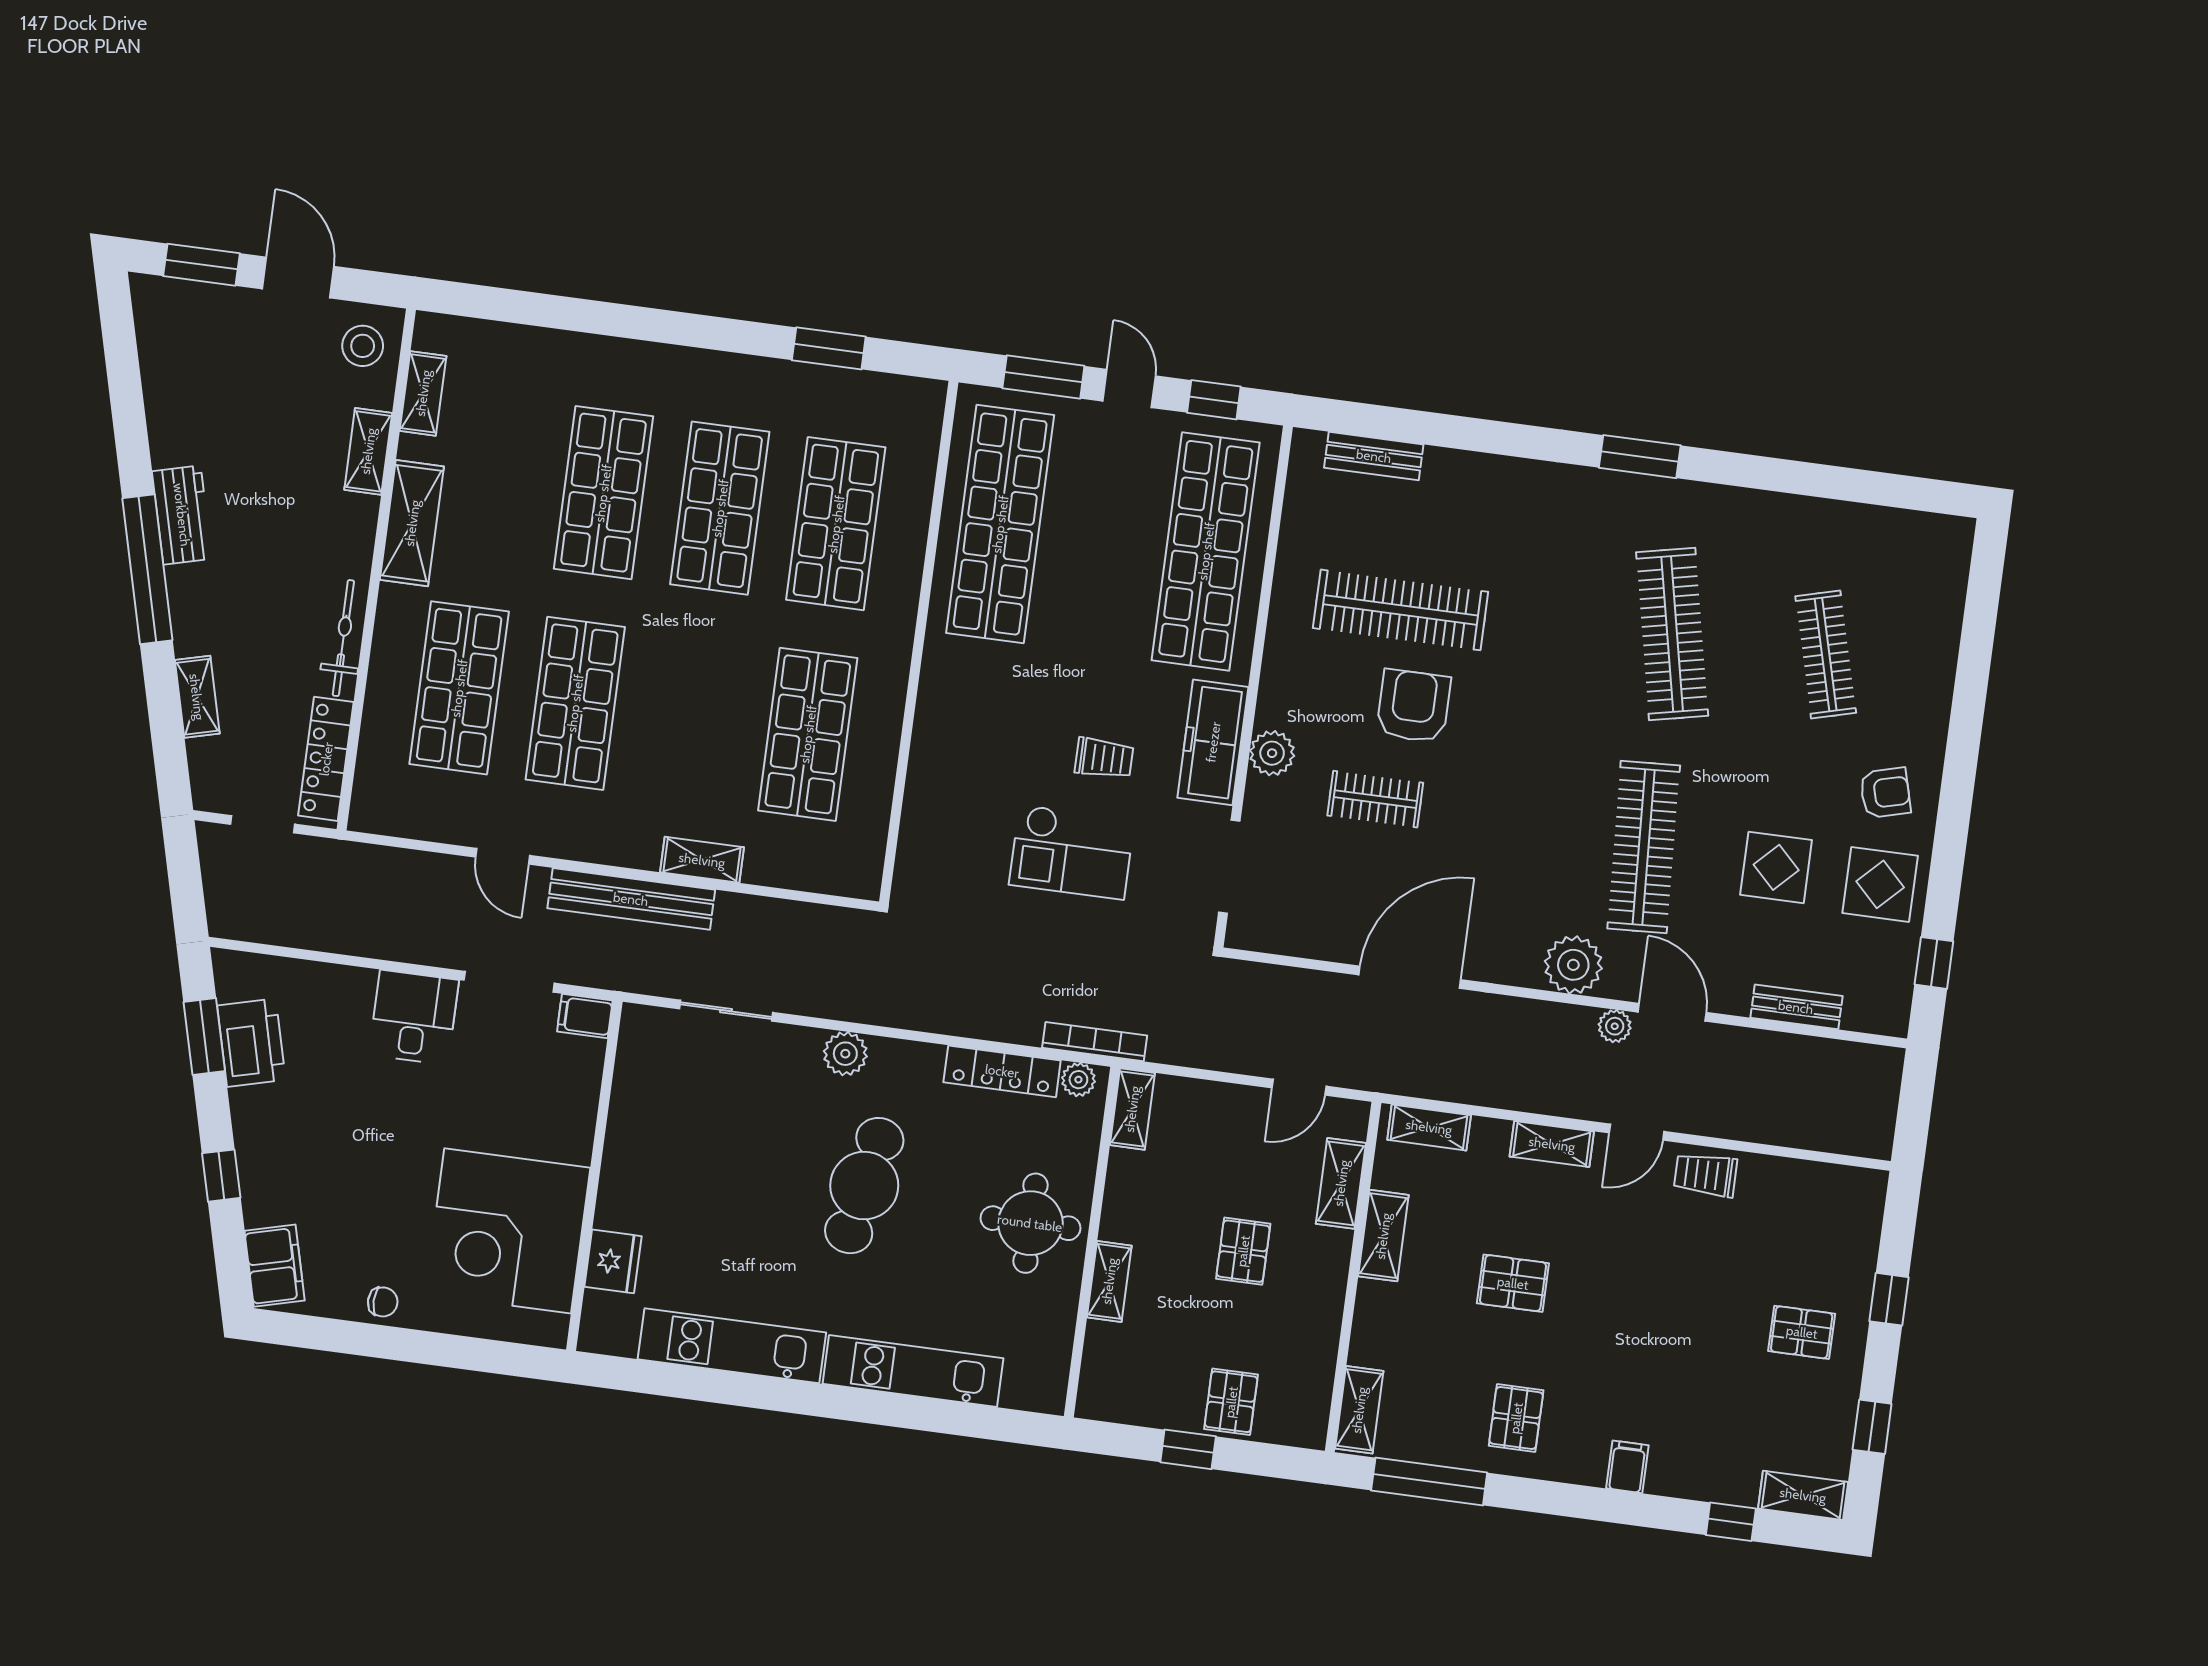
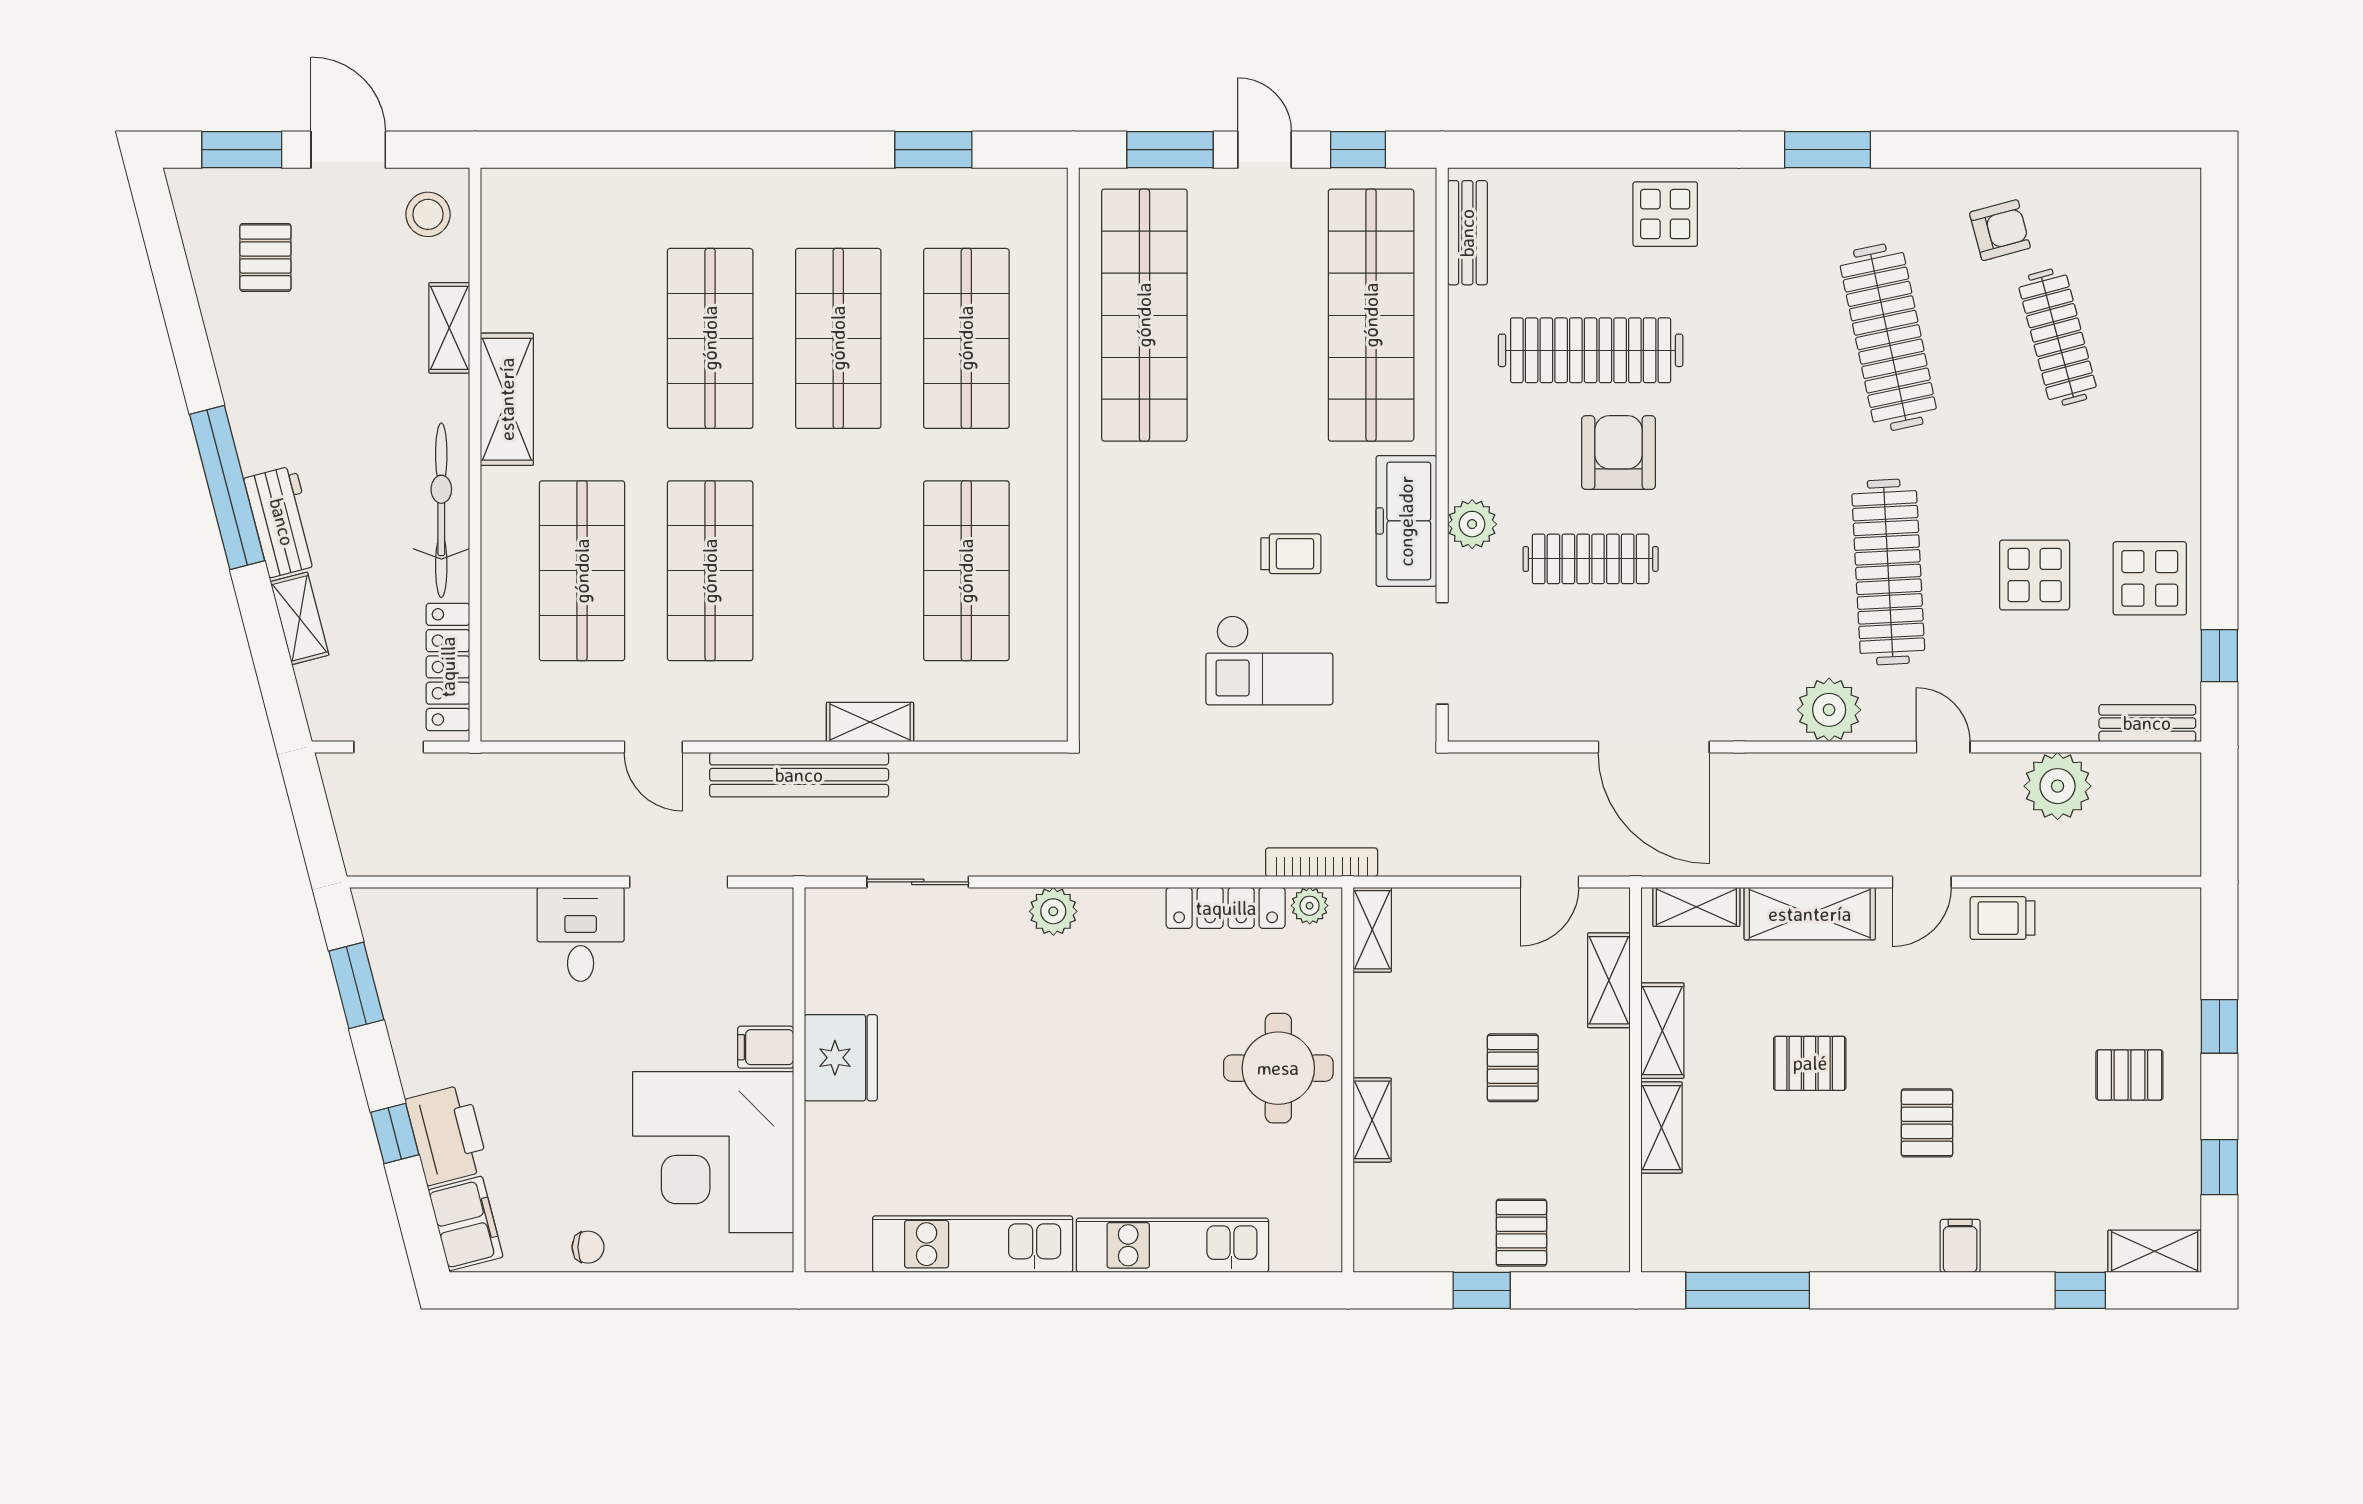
pallet: (210, 365) -> (265, 257), added
shelving: (423, 393) -> (500, 257), removed
bench: (1374, 456) -> (1467, 233), moved, turned 90
display table: (1485, 495) -> (1665, 214), added
workbench: (182, 515) -> (282, 522), moved
bicycle: (343, 638) -> (441, 510), width x1.37, depth x1.40
armchair: (1885, 793) -> (2000, 230), moved
clothes rail: (1375, 799) -> (1591, 559), width x1.36
door: (1410, 977) -> (1654, 747), swing flipped
bench: (1796, 1007) -> (2147, 723), moved
door: (1672, 1012) -> (1943, 747), width x0.73
filing cabinet: (585, 1016) -> (766, 1047), moved
plant: (1615, 1026) -> (2058, 786), moved, width x1.88, depth x1.88
printer: (251, 1043) -> (447, 1135), moved
shelving: (1552, 1144) -> (1810, 914), width x1.50, depth x1.33
cafe table: (864, 1186) -> (1093, 1051), removed
fridge: (613, 1261) -> (841, 1058), moved, width x1.36, depth x1.34
shelving: (1359, 1410) -> (1661, 1128), moved
pallet: (1516, 1418) -> (1927, 1123), moved

